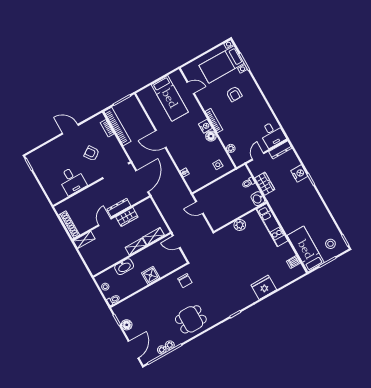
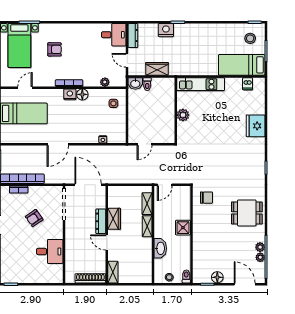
washbasin: (258, 199) -> (135, 83), moved
dining table: (191, 319) -> (247, 213), turned 90

